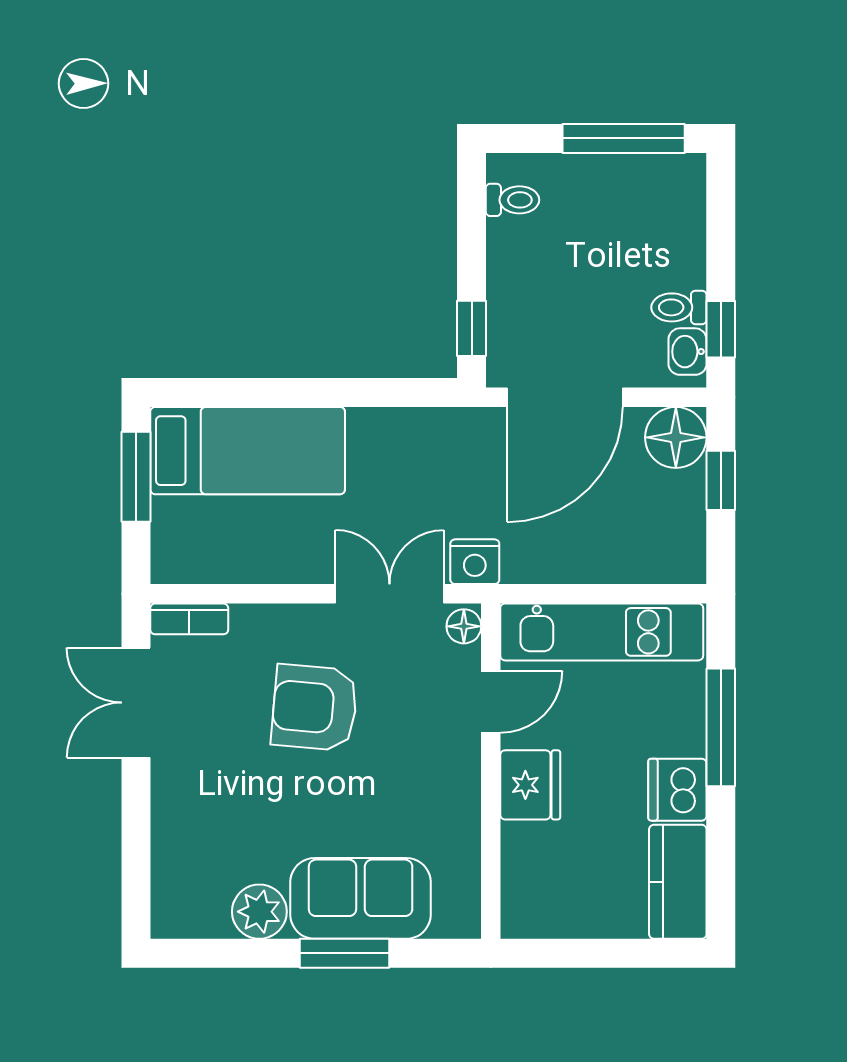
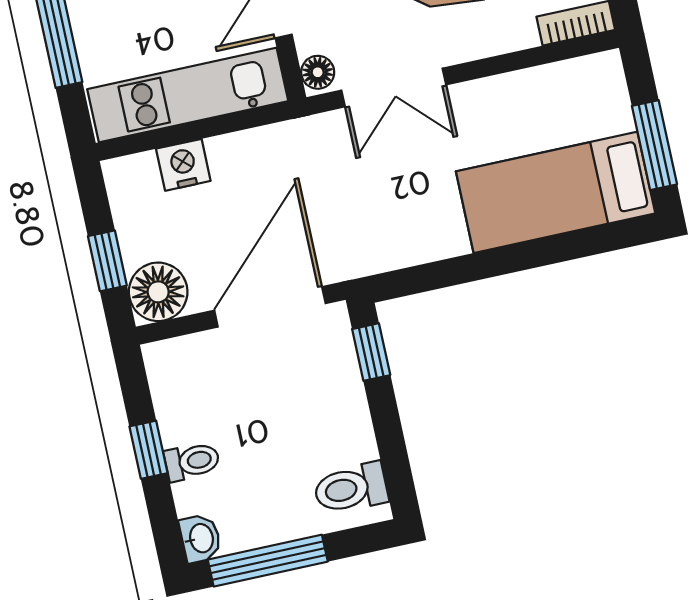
toilet: (512, 200) -> (351, 488), width x1.37, depth x1.39
toilet: (679, 307) -> (192, 461), moved
window: (721, 329) -> (149, 450), moved
washbasin: (688, 352) -> (200, 538), moved
nightstand: (475, 562) -> (183, 165), moved

